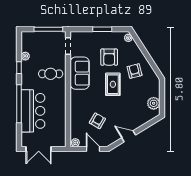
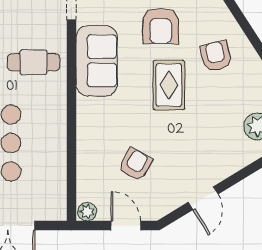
door: (129, 136) -> (203, 198), swing flipped

